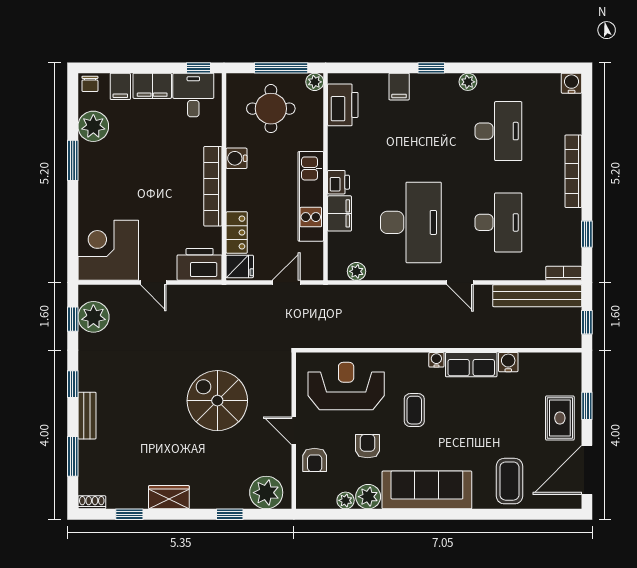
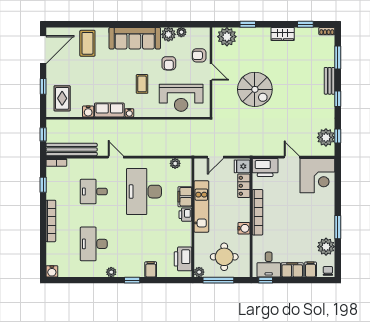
desk: (498, 222) -> (94, 192), width x0.73
rug: (560, 418) -> (62, 98), moved
armchair: (315, 460) -> (199, 55), turned -90

